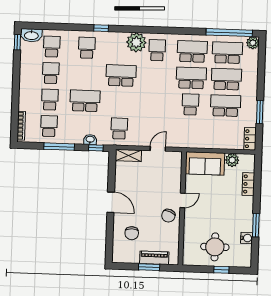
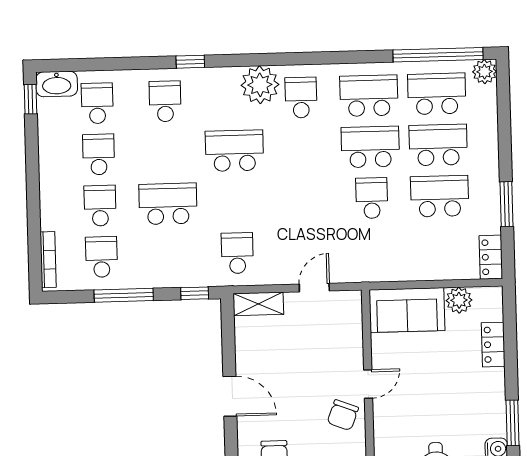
washbasin: (90, 140) -> (183, 278), removed

